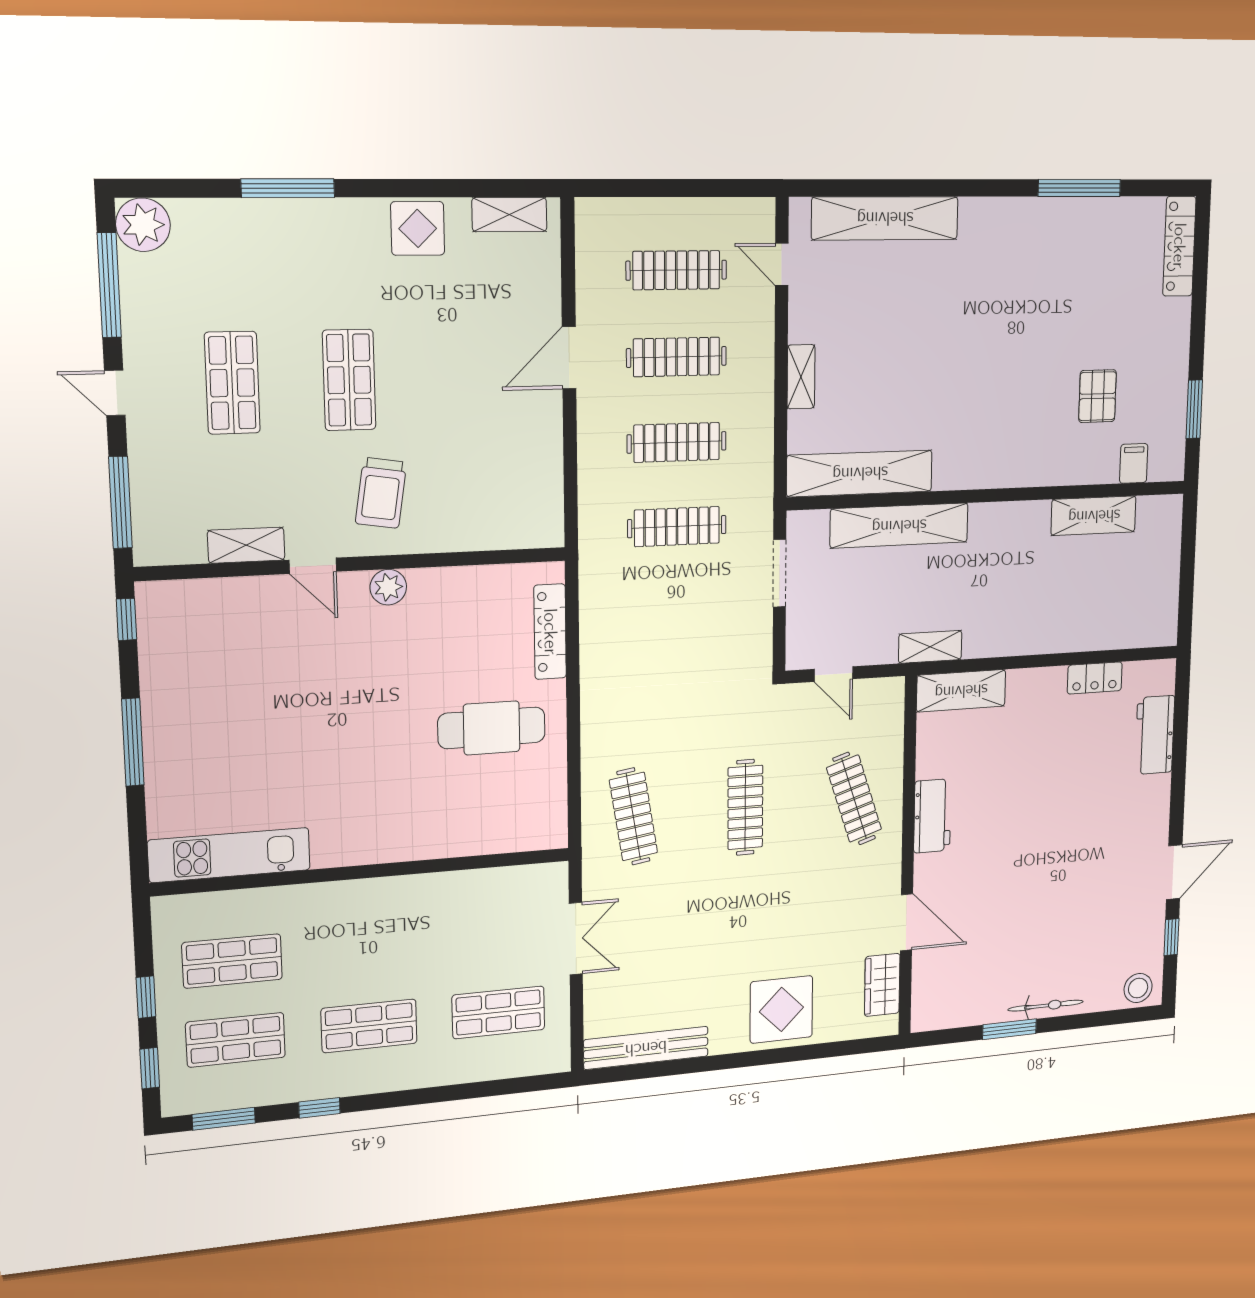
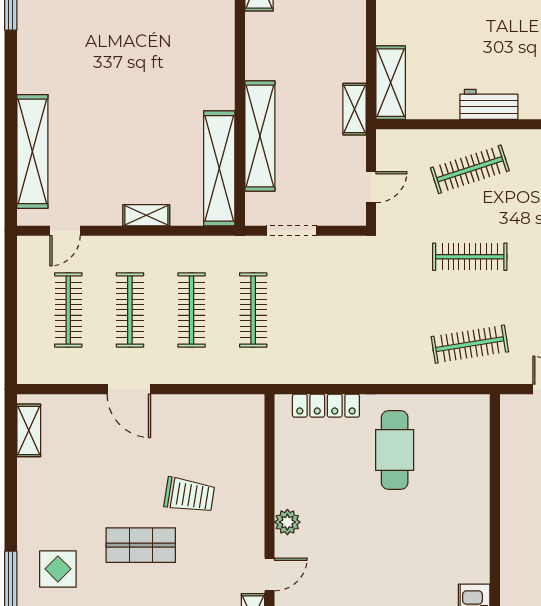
display table: (418, 228) -> (58, 569), moved
trolley: (381, 493) -> (189, 495), moved

